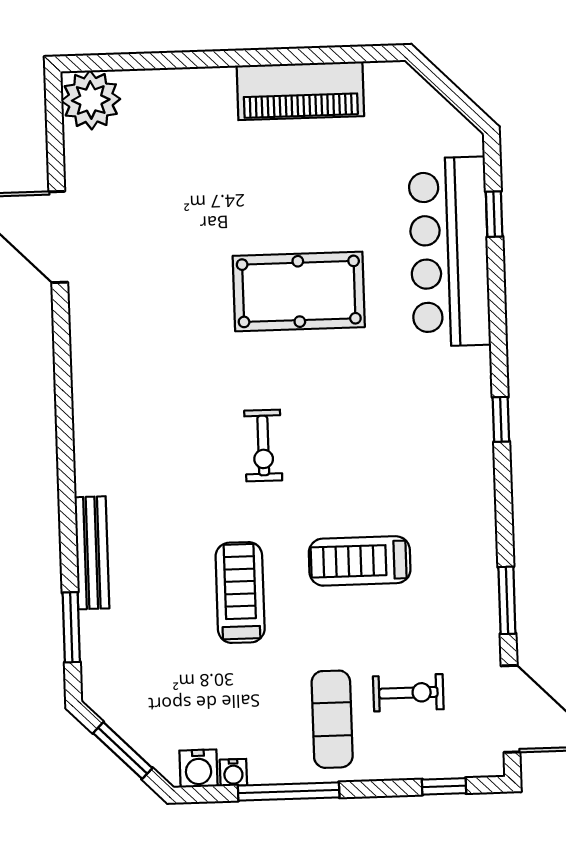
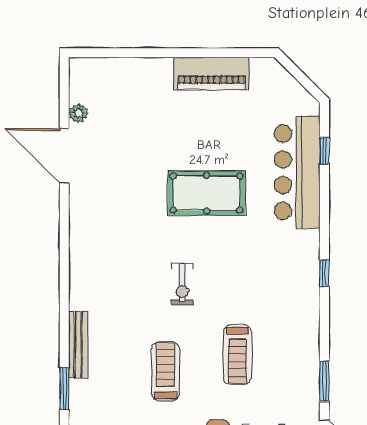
plant: (91, 100) -> (78, 113), moved, width x0.53, depth x0.53
treadmill: (360, 561) -> (237, 355), turned -90

